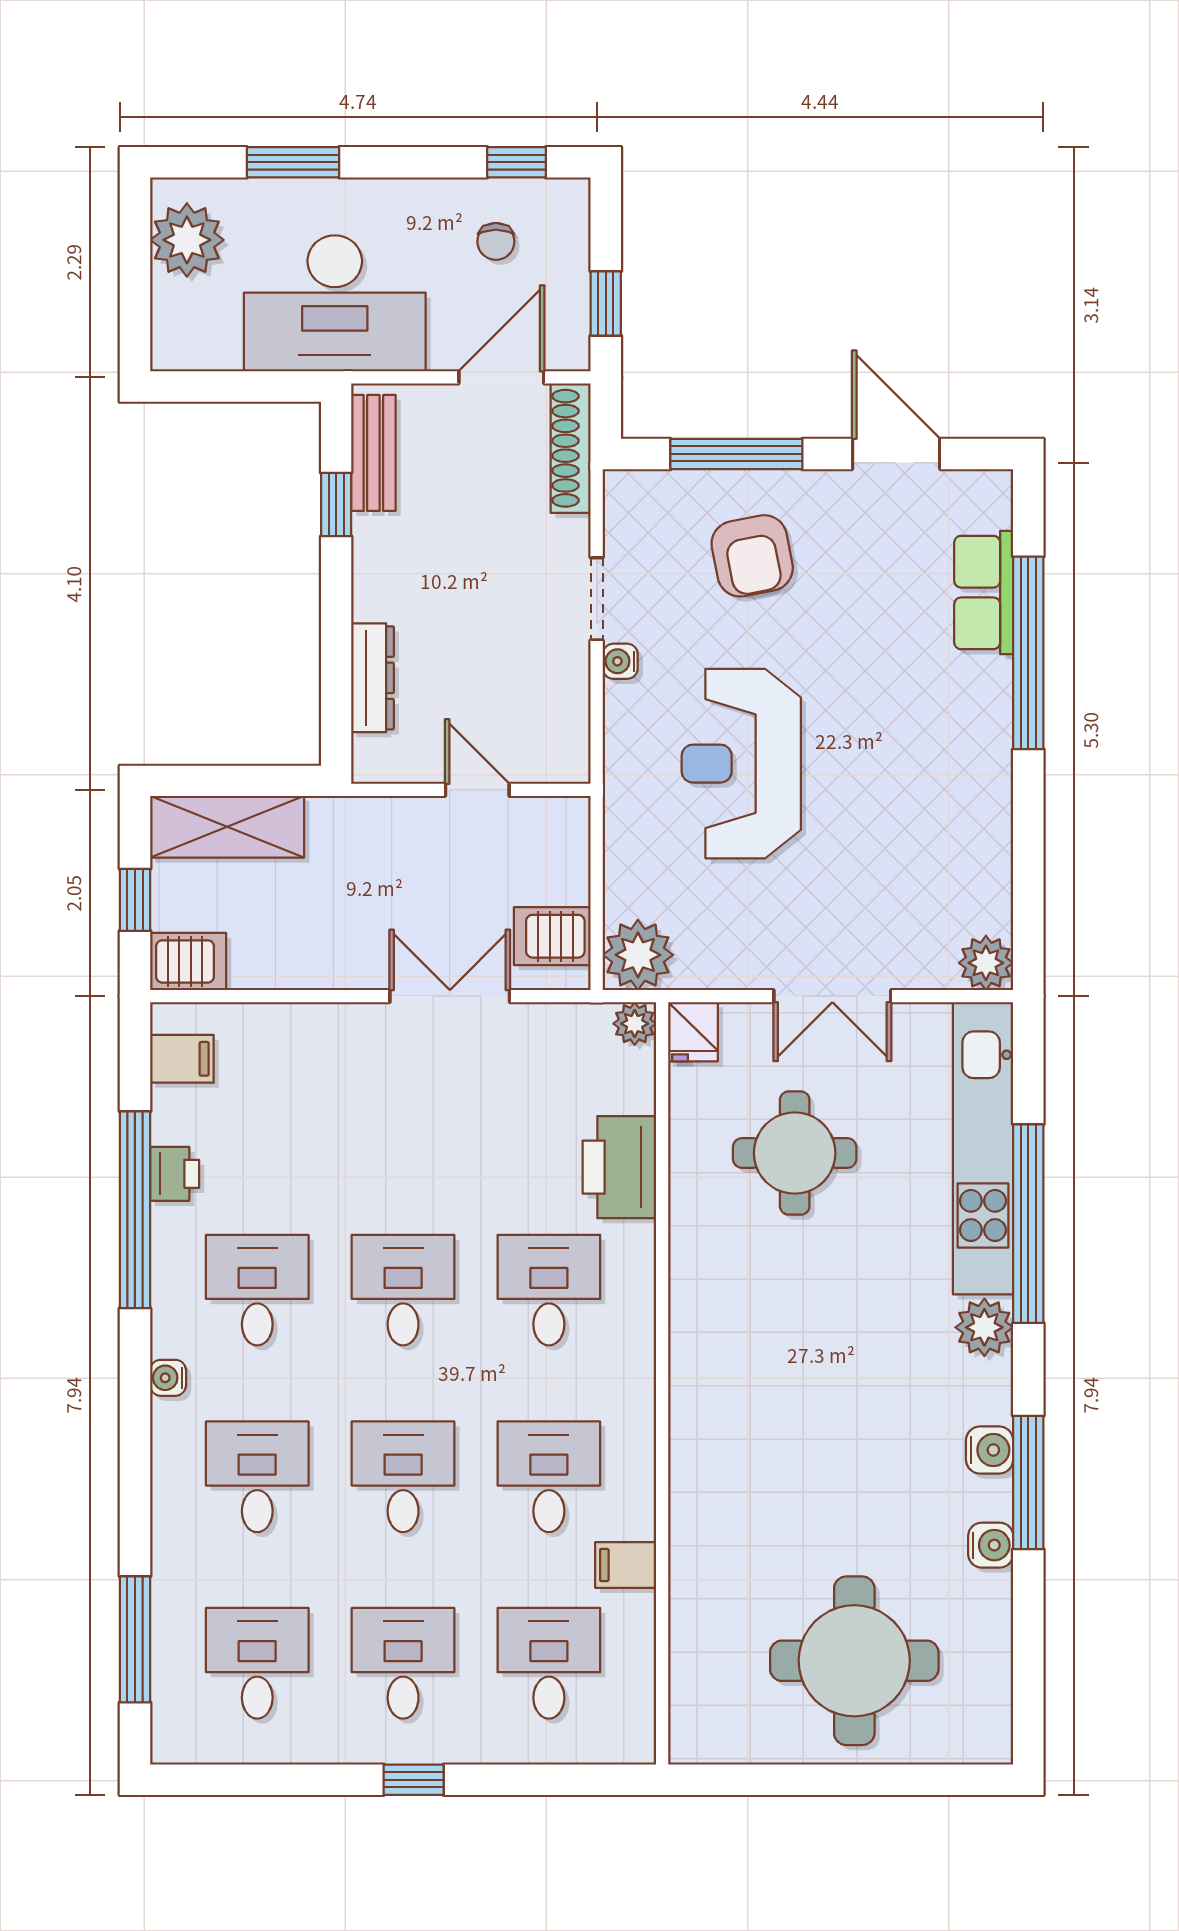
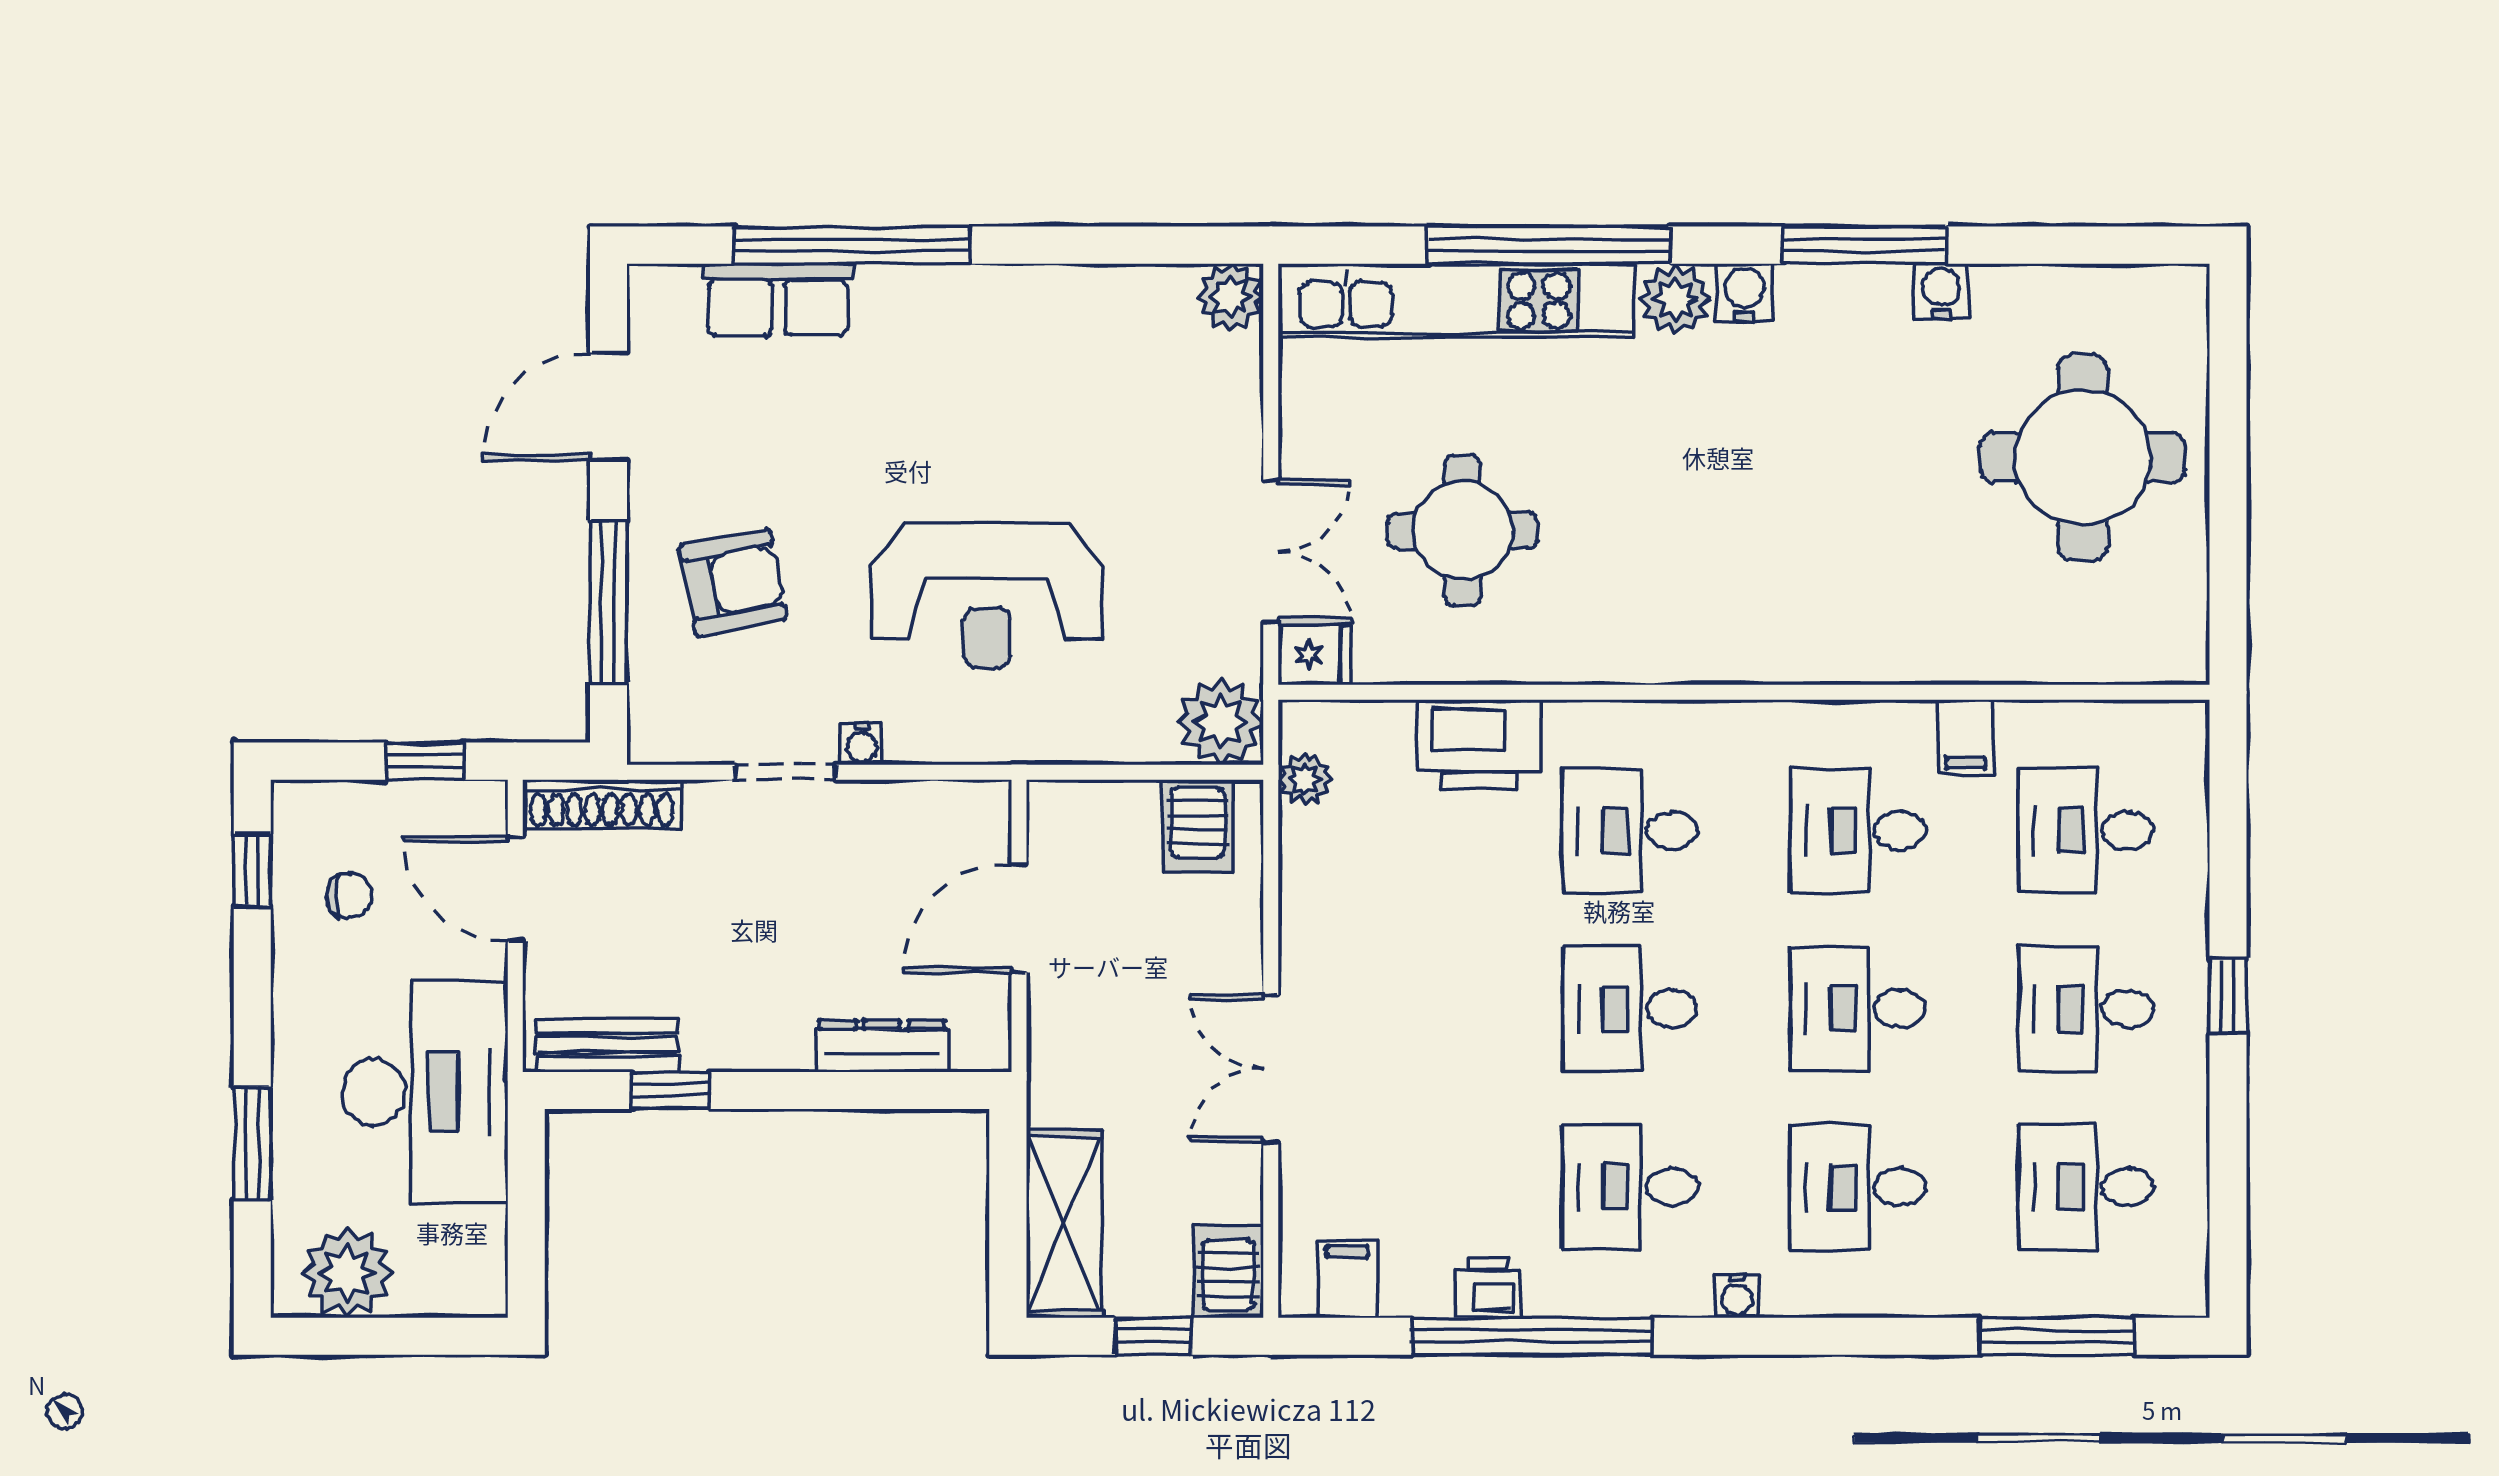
door: (477, 790) -> (1019, 918), width x1.38
double door: (450, 996) -> (1271, 1069), moved
double door: (832, 996) -> (1271, 552), moved
plant: (635, 1024) -> (1304, 779), moved
water cooler: (990, 1450) -> (1744, 292), moved

